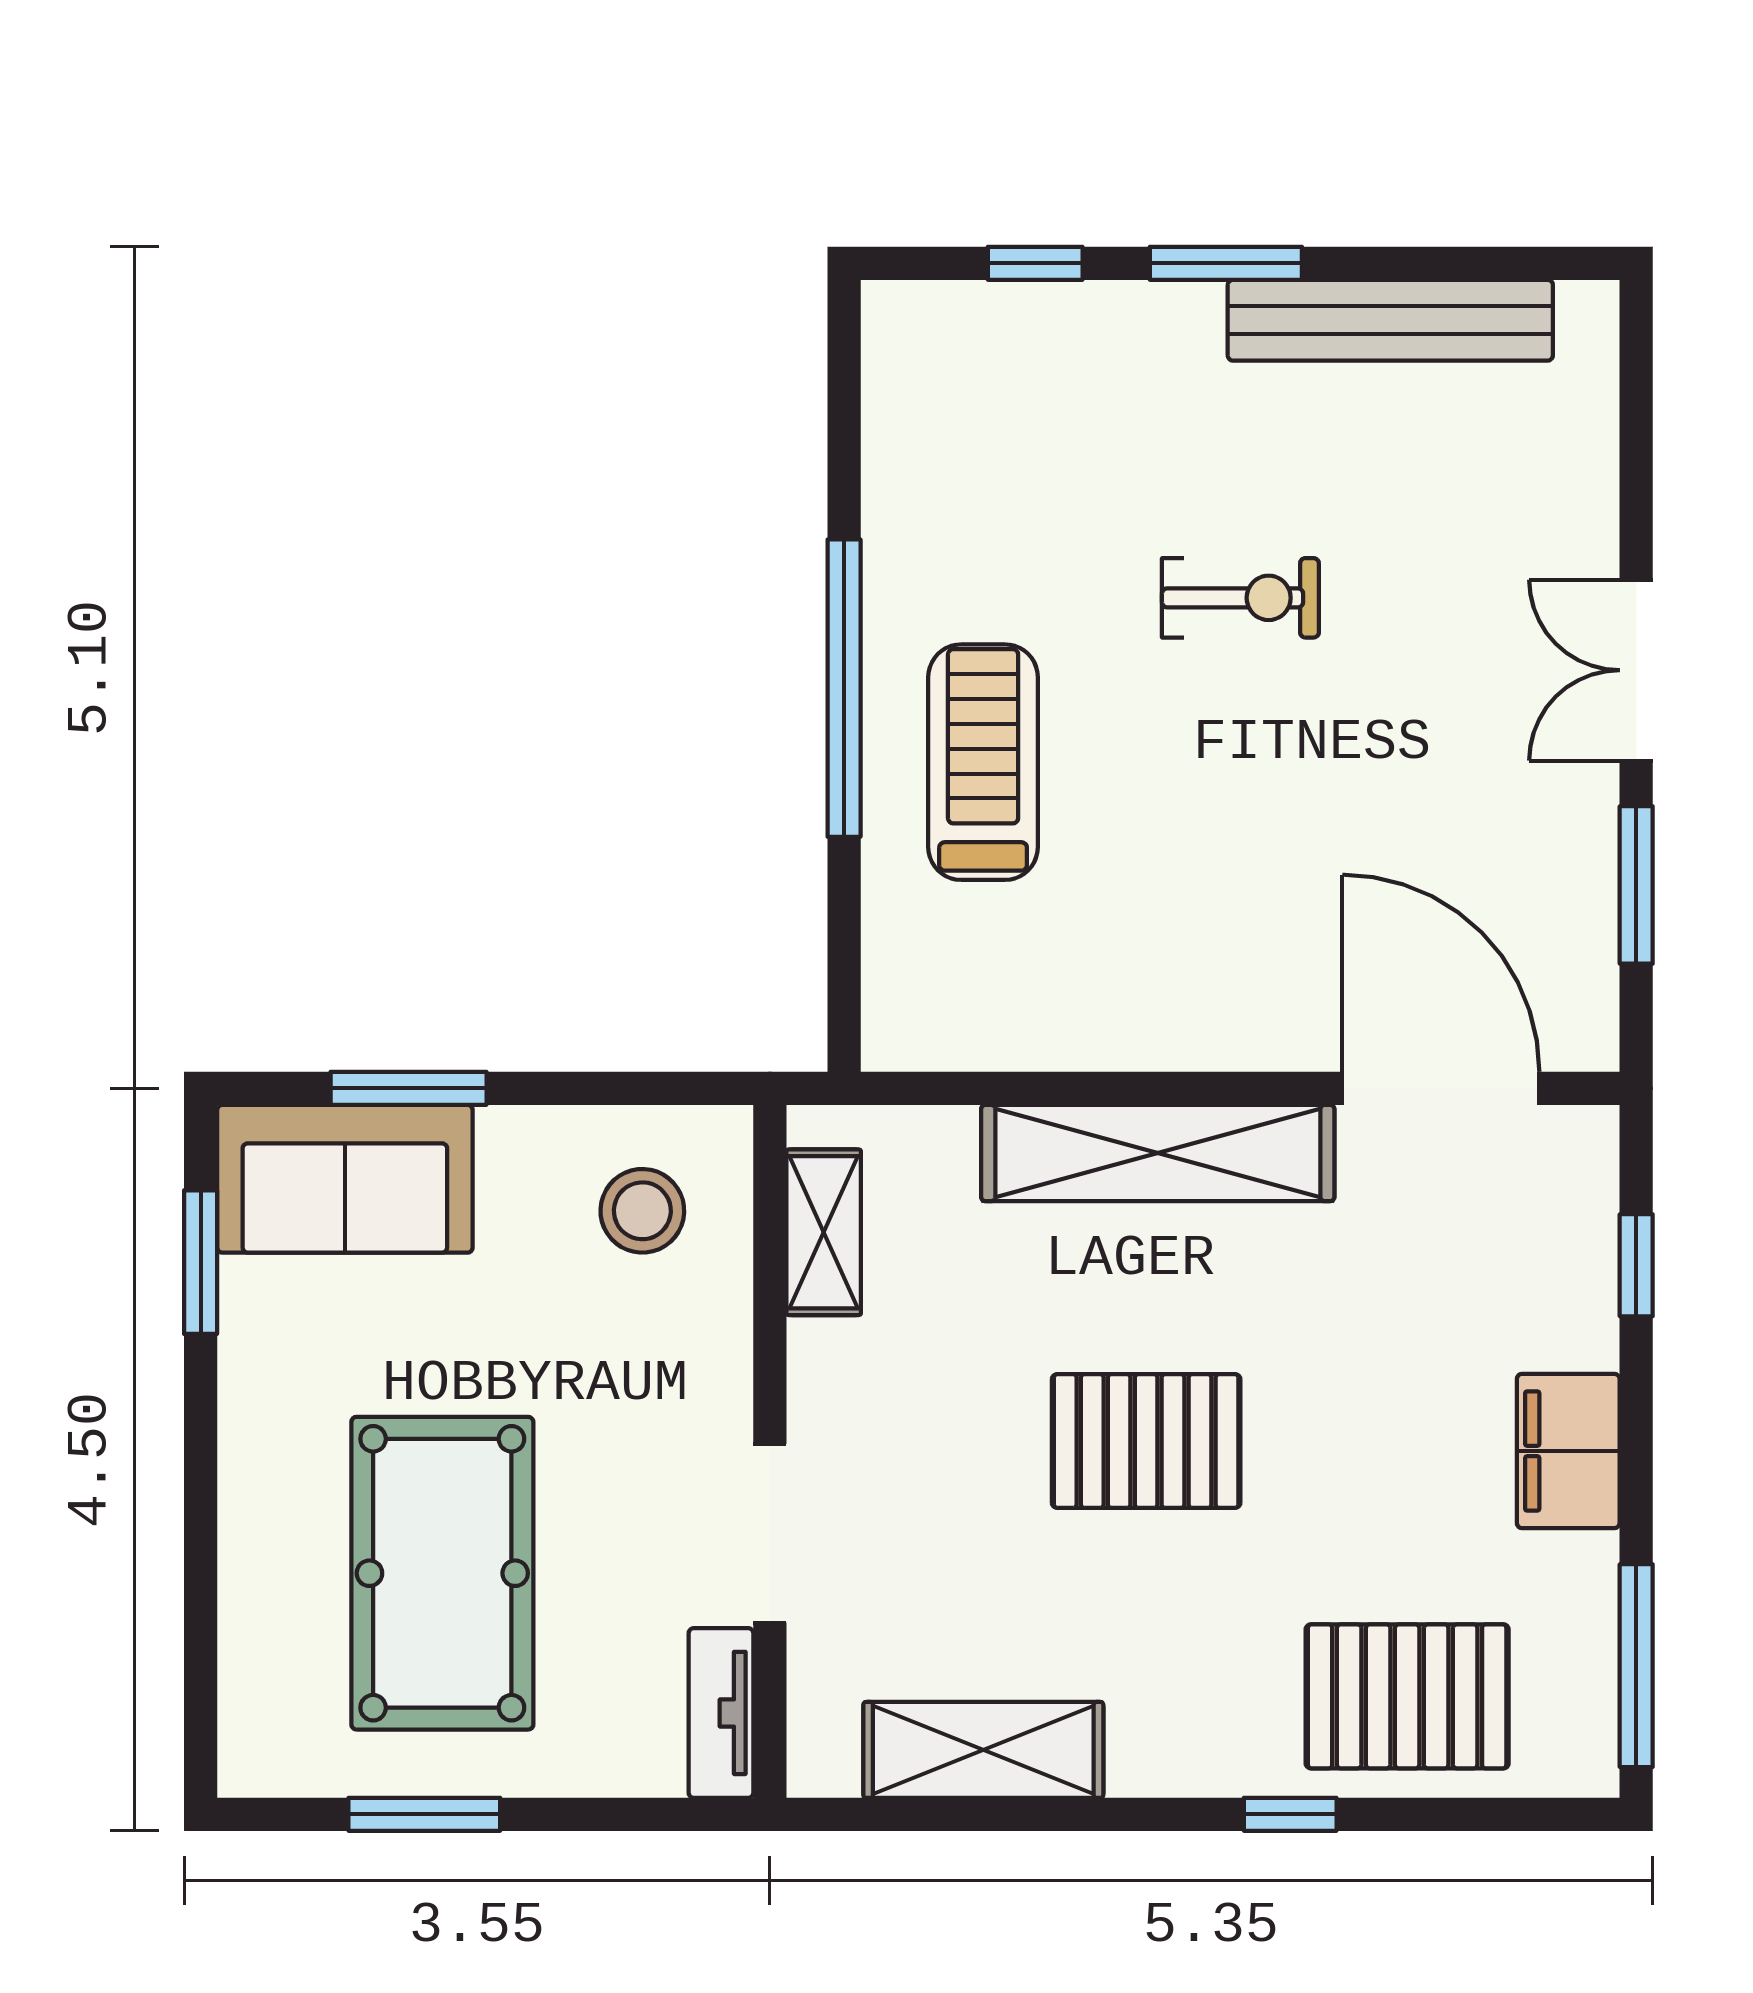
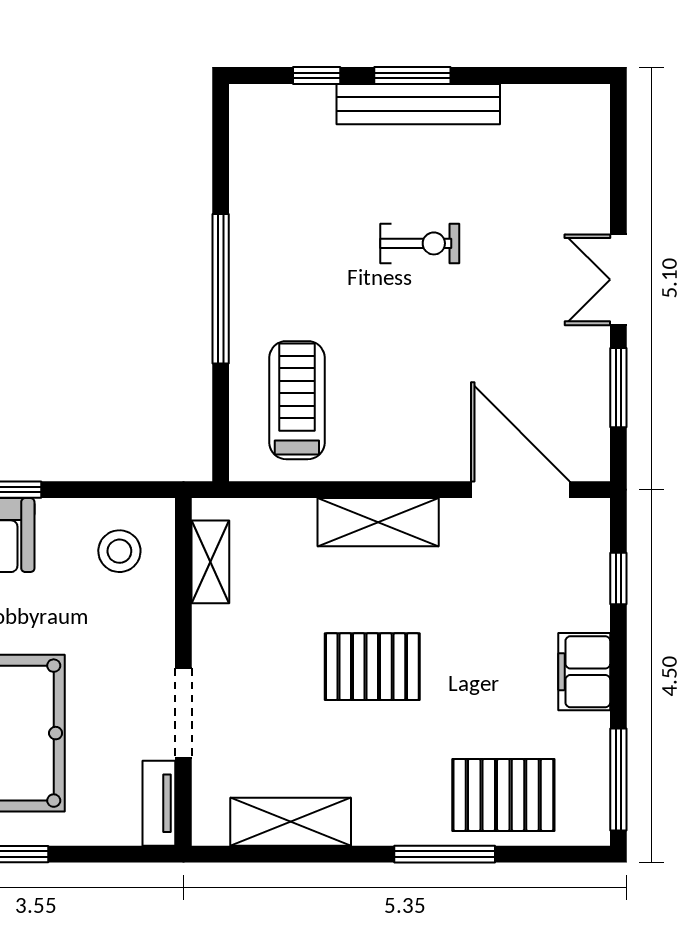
bench: (1390, 320) -> (418, 104), moved
treadmill: (983, 762) -> (297, 400), moved
shelving: (1158, 1153) -> (378, 522), width x0.68
window: (1290, 1814) -> (445, 854), width x2.17

